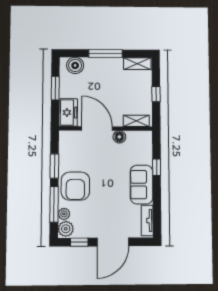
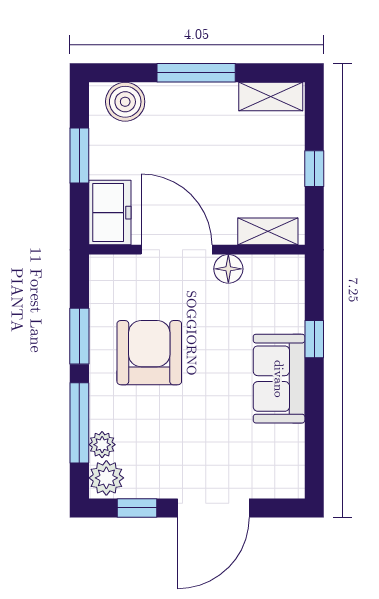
armchair: (75, 186) -> (149, 353), moved, turned 180
tv unit: (147, 221) -> (292, 460), removed

